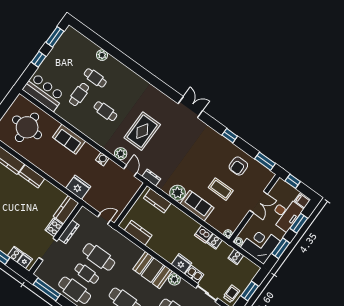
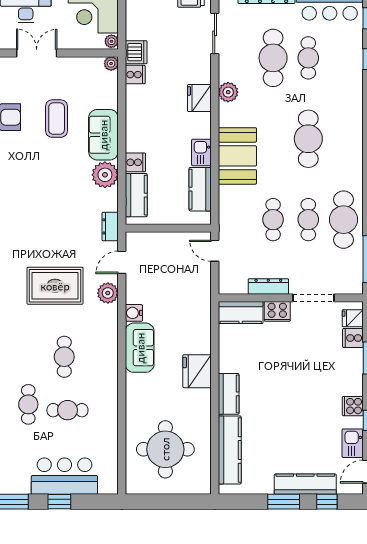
bar counter: (44, 92) -> (64, 476), moved, turned 90
sofa: (69, 139) -> (140, 348), moved
fridge: (78, 187) -> (197, 371), moved
dishwasher: (204, 234) -> (136, 52), moved
cafe table: (99, 257) -> (273, 220), width x0.73, depth x0.74
cooker: (236, 257) -> (135, 162), moved
booth: (153, 270) -> (237, 156), moved
kitchen sink: (194, 274) -> (201, 152), moved

